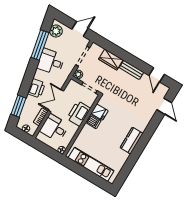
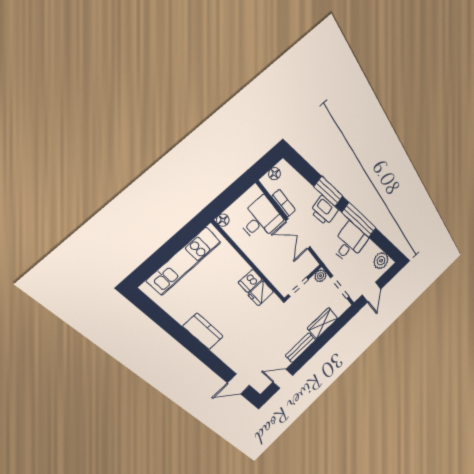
window: (40, 45) -> (359, 220), moved
double door: (56, 101) -> (298, 234), swing flipped
window: (18, 106) -> (329, 191), moved
printer: (79, 113) -> (269, 262), removed

